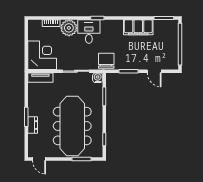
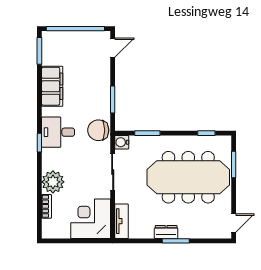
desk: (89, 32) -> (58, 132), moved
door: (154, 71) -> (113, 48), moved
dresser: (33, 125) -> (166, 232), moved

